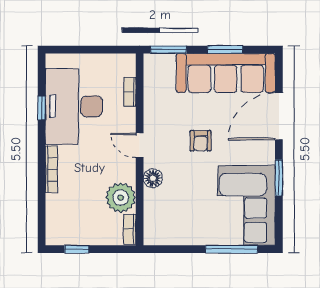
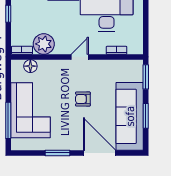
floor lamp: (153, 178) -> (30, 66), moved
corner sofa: (247, 205) -> (30, 110), moved, turned 90

